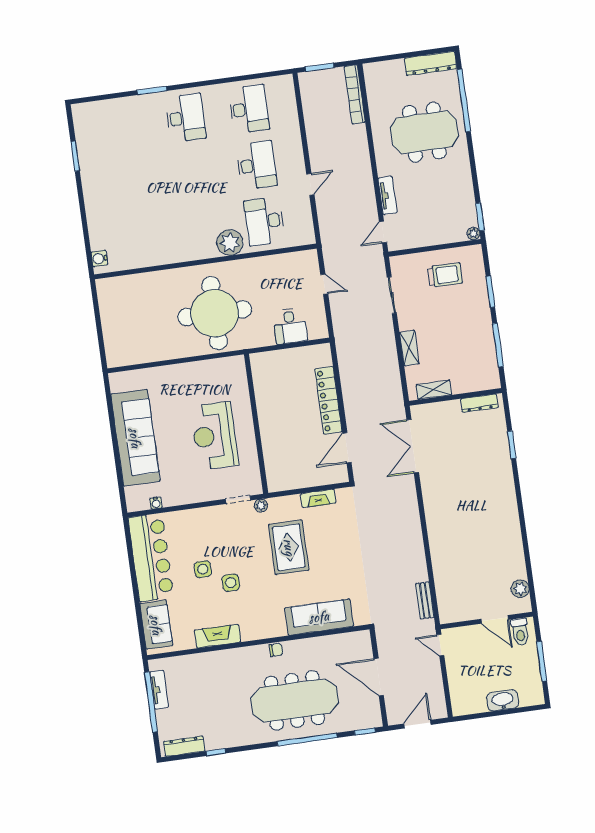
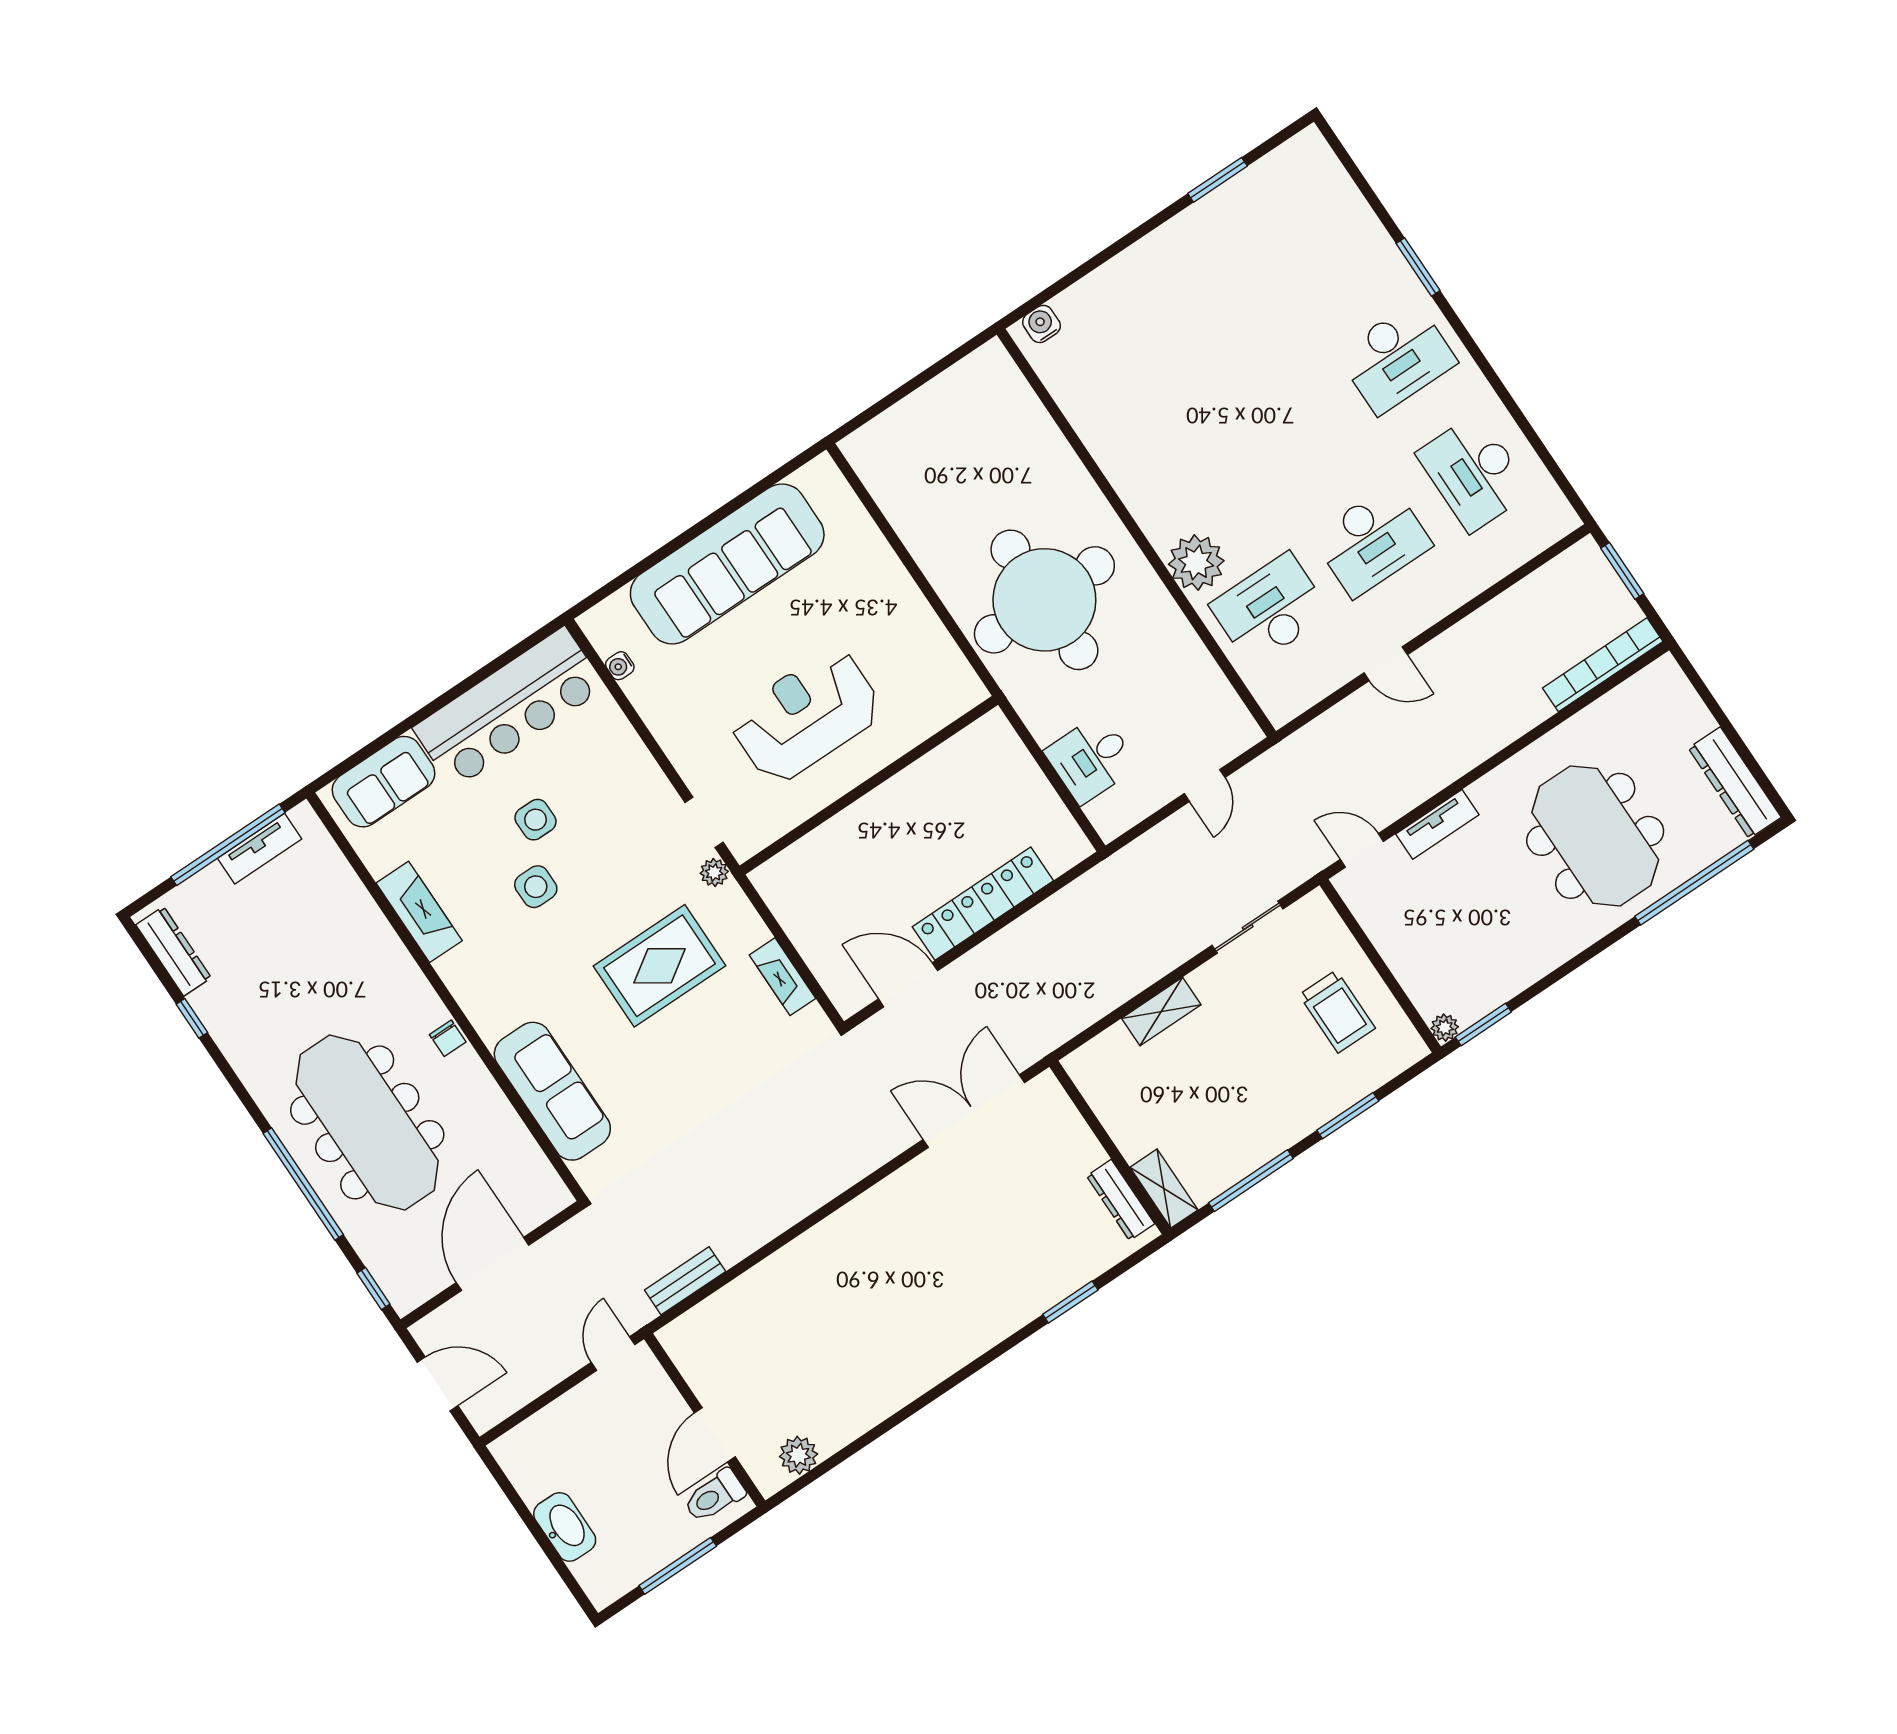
desk: (249, 109) -> (1474, 473), turned 90
shelving: (434, 390) -> (1164, 1189), moved

